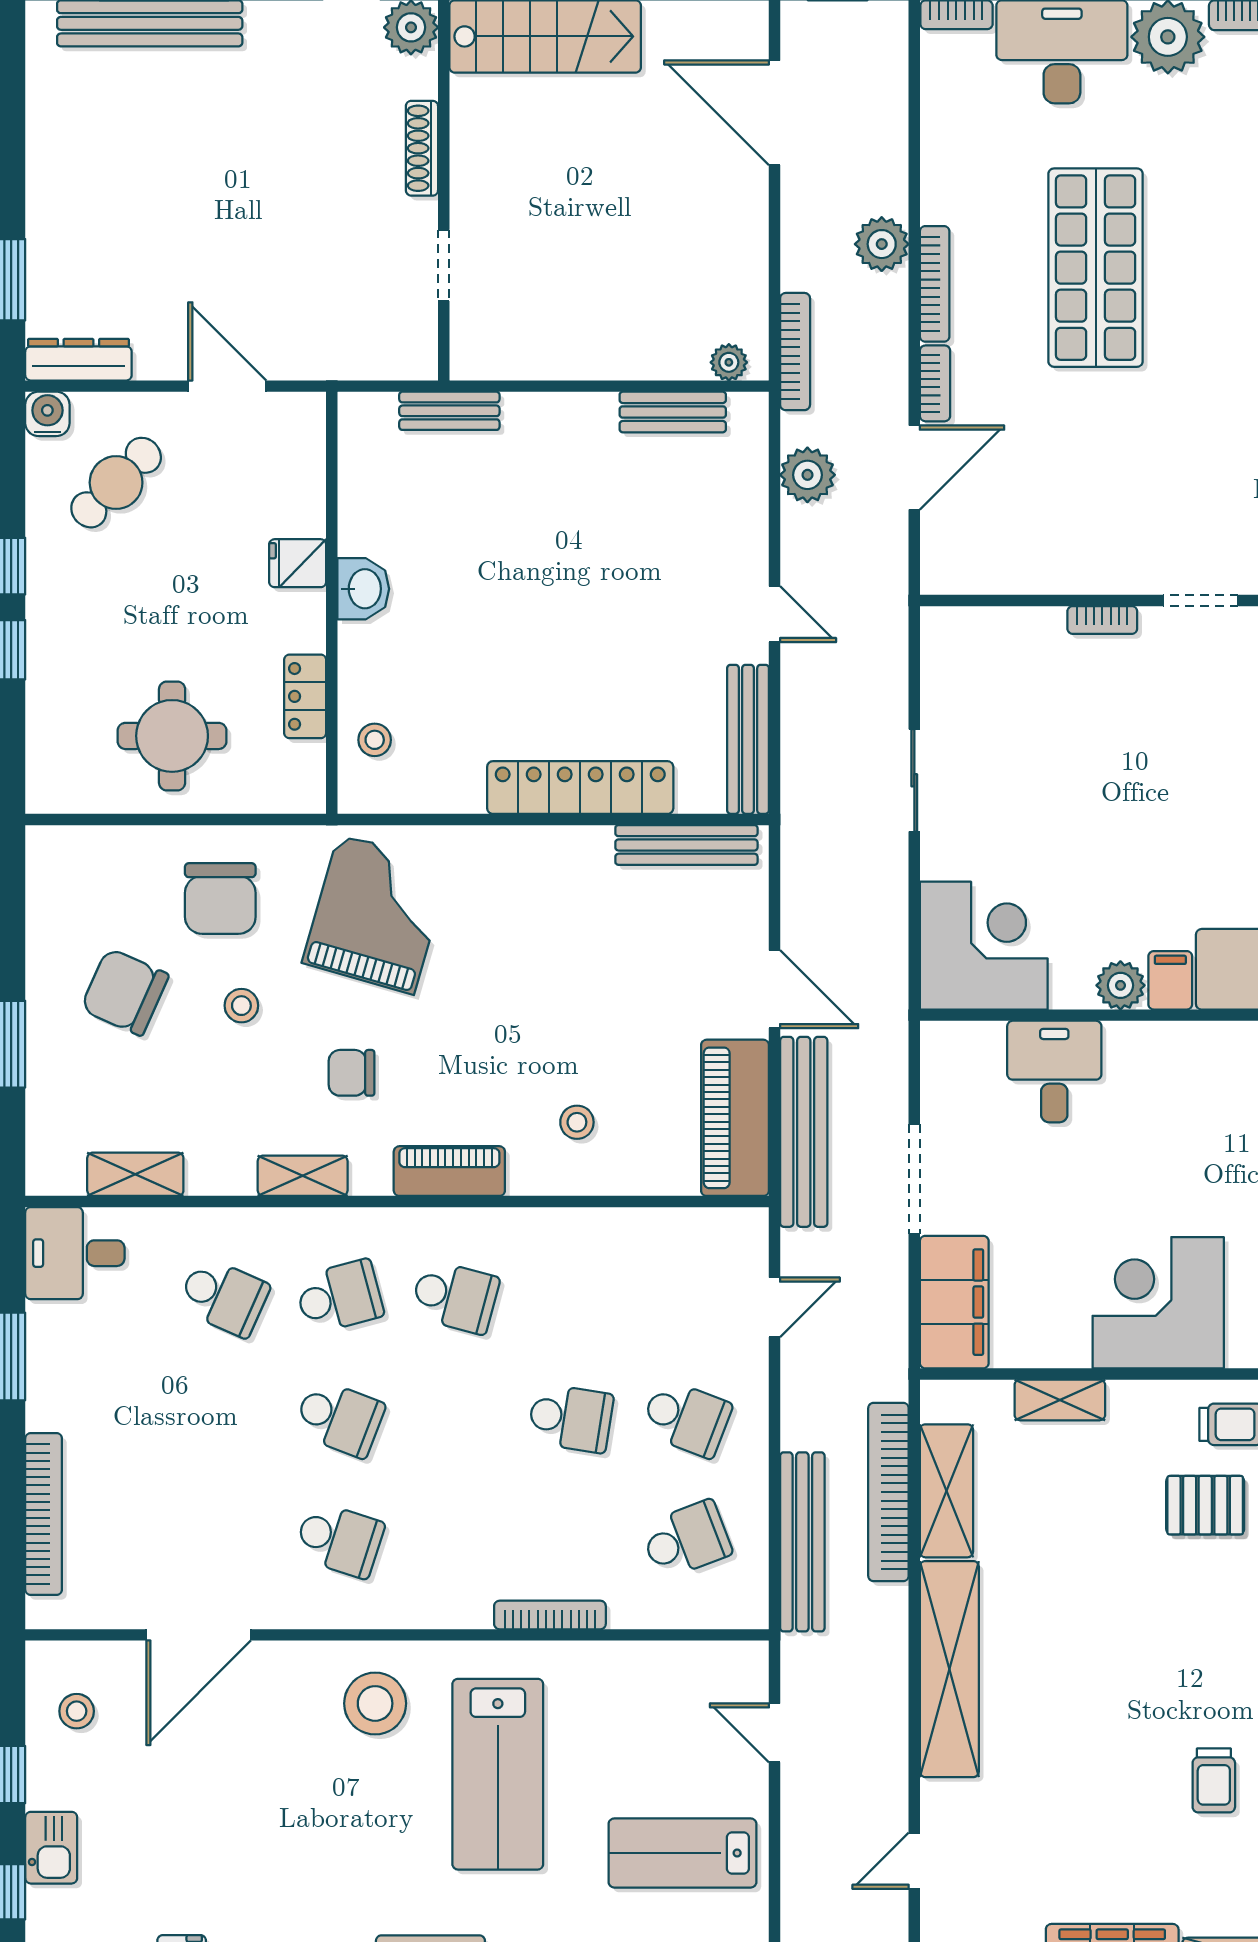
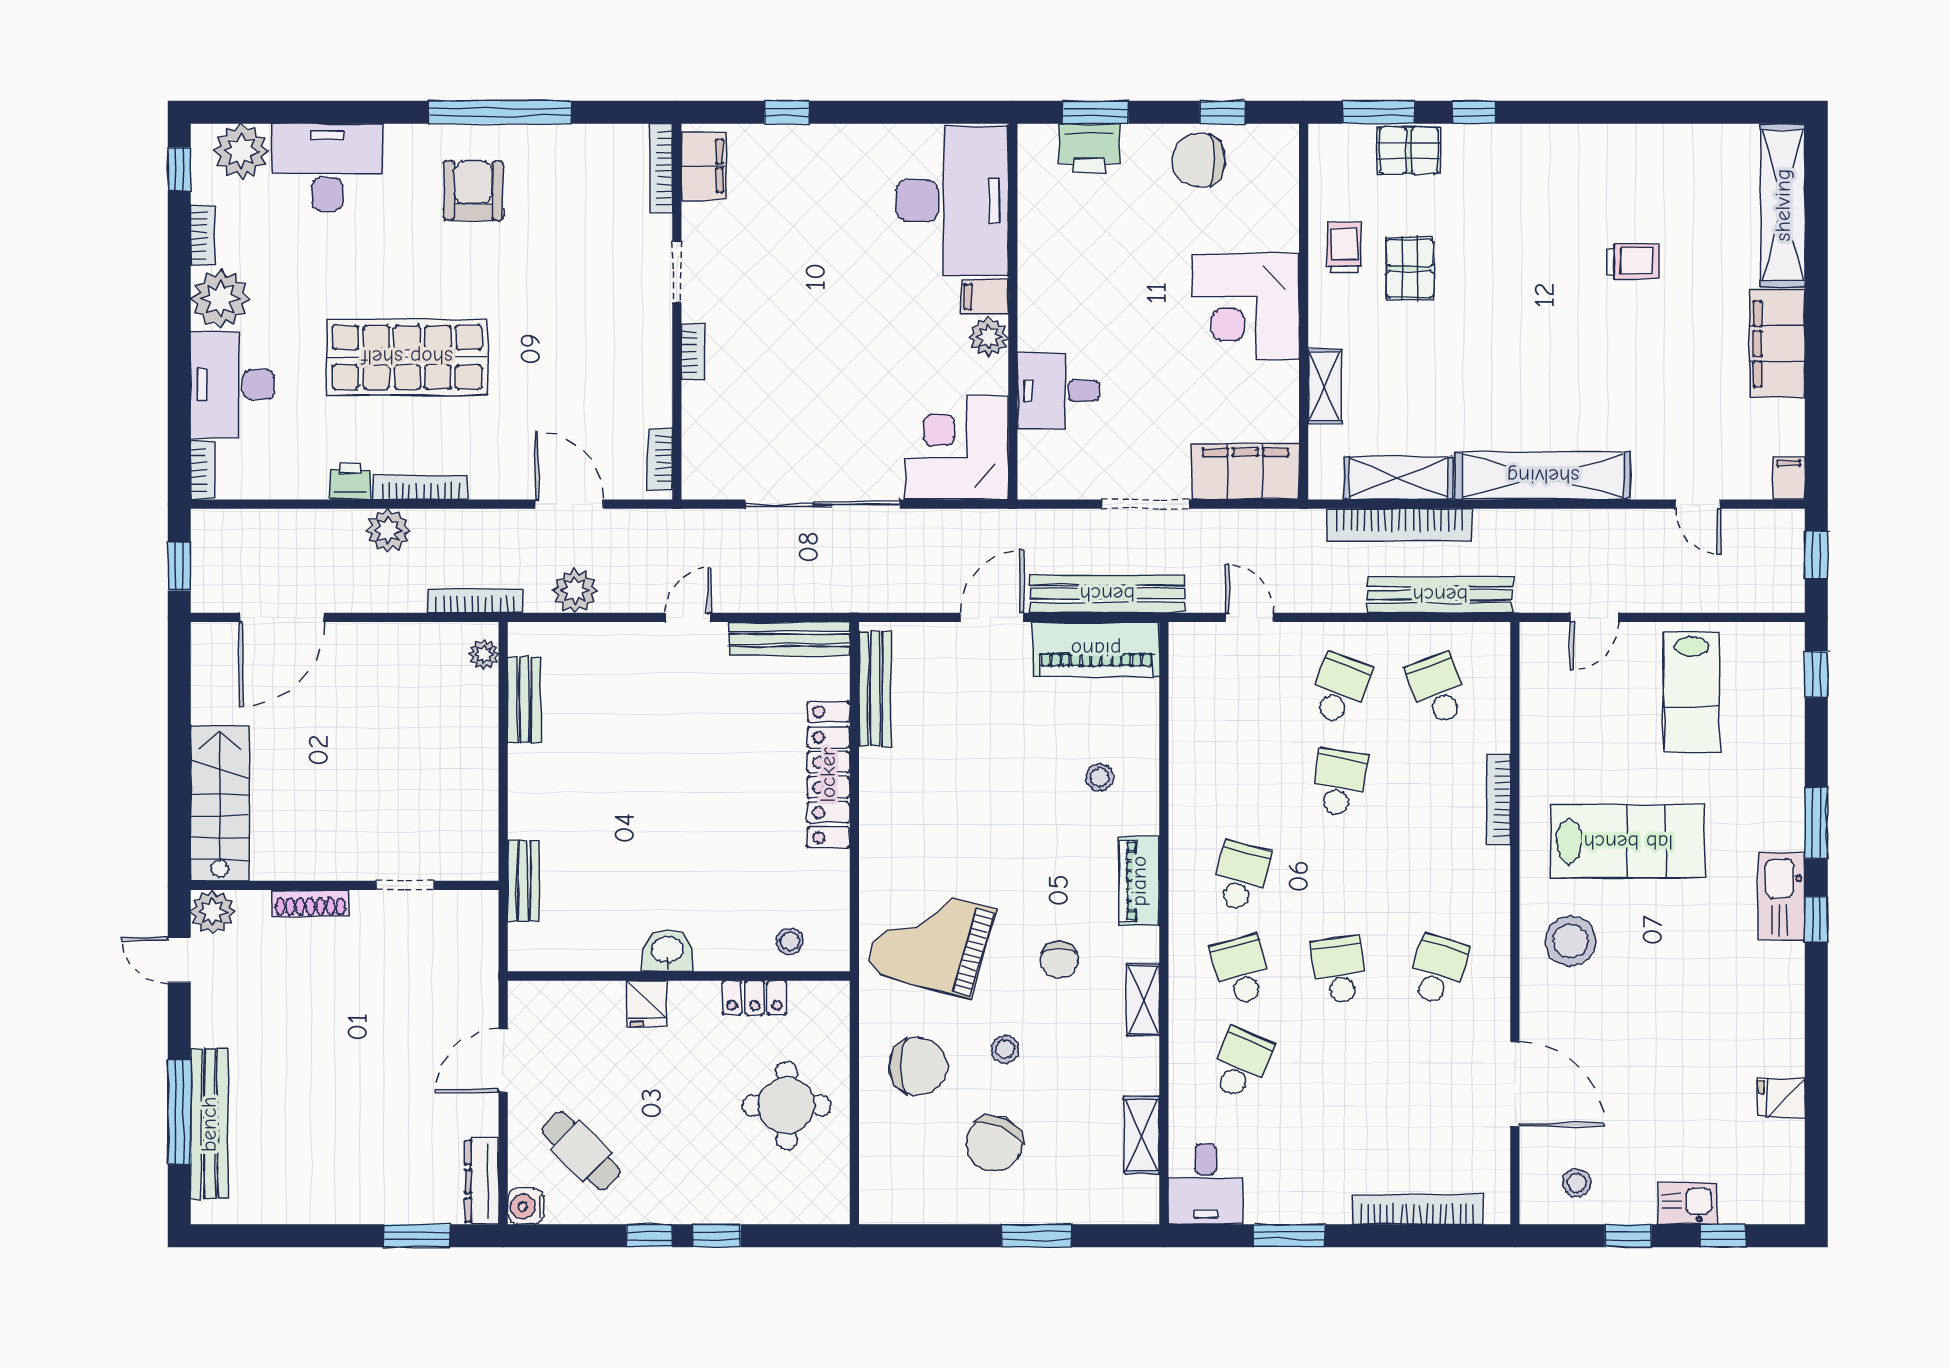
printer: (943, 197) -> (350, 481), added
bookcase: (935, 383) -> (660, 459), moved, turned -90
sliding door: (914, 780) -> (823, 504), width x1.86
school desk: (339, 1418) -> (1339, 970), turned -30

